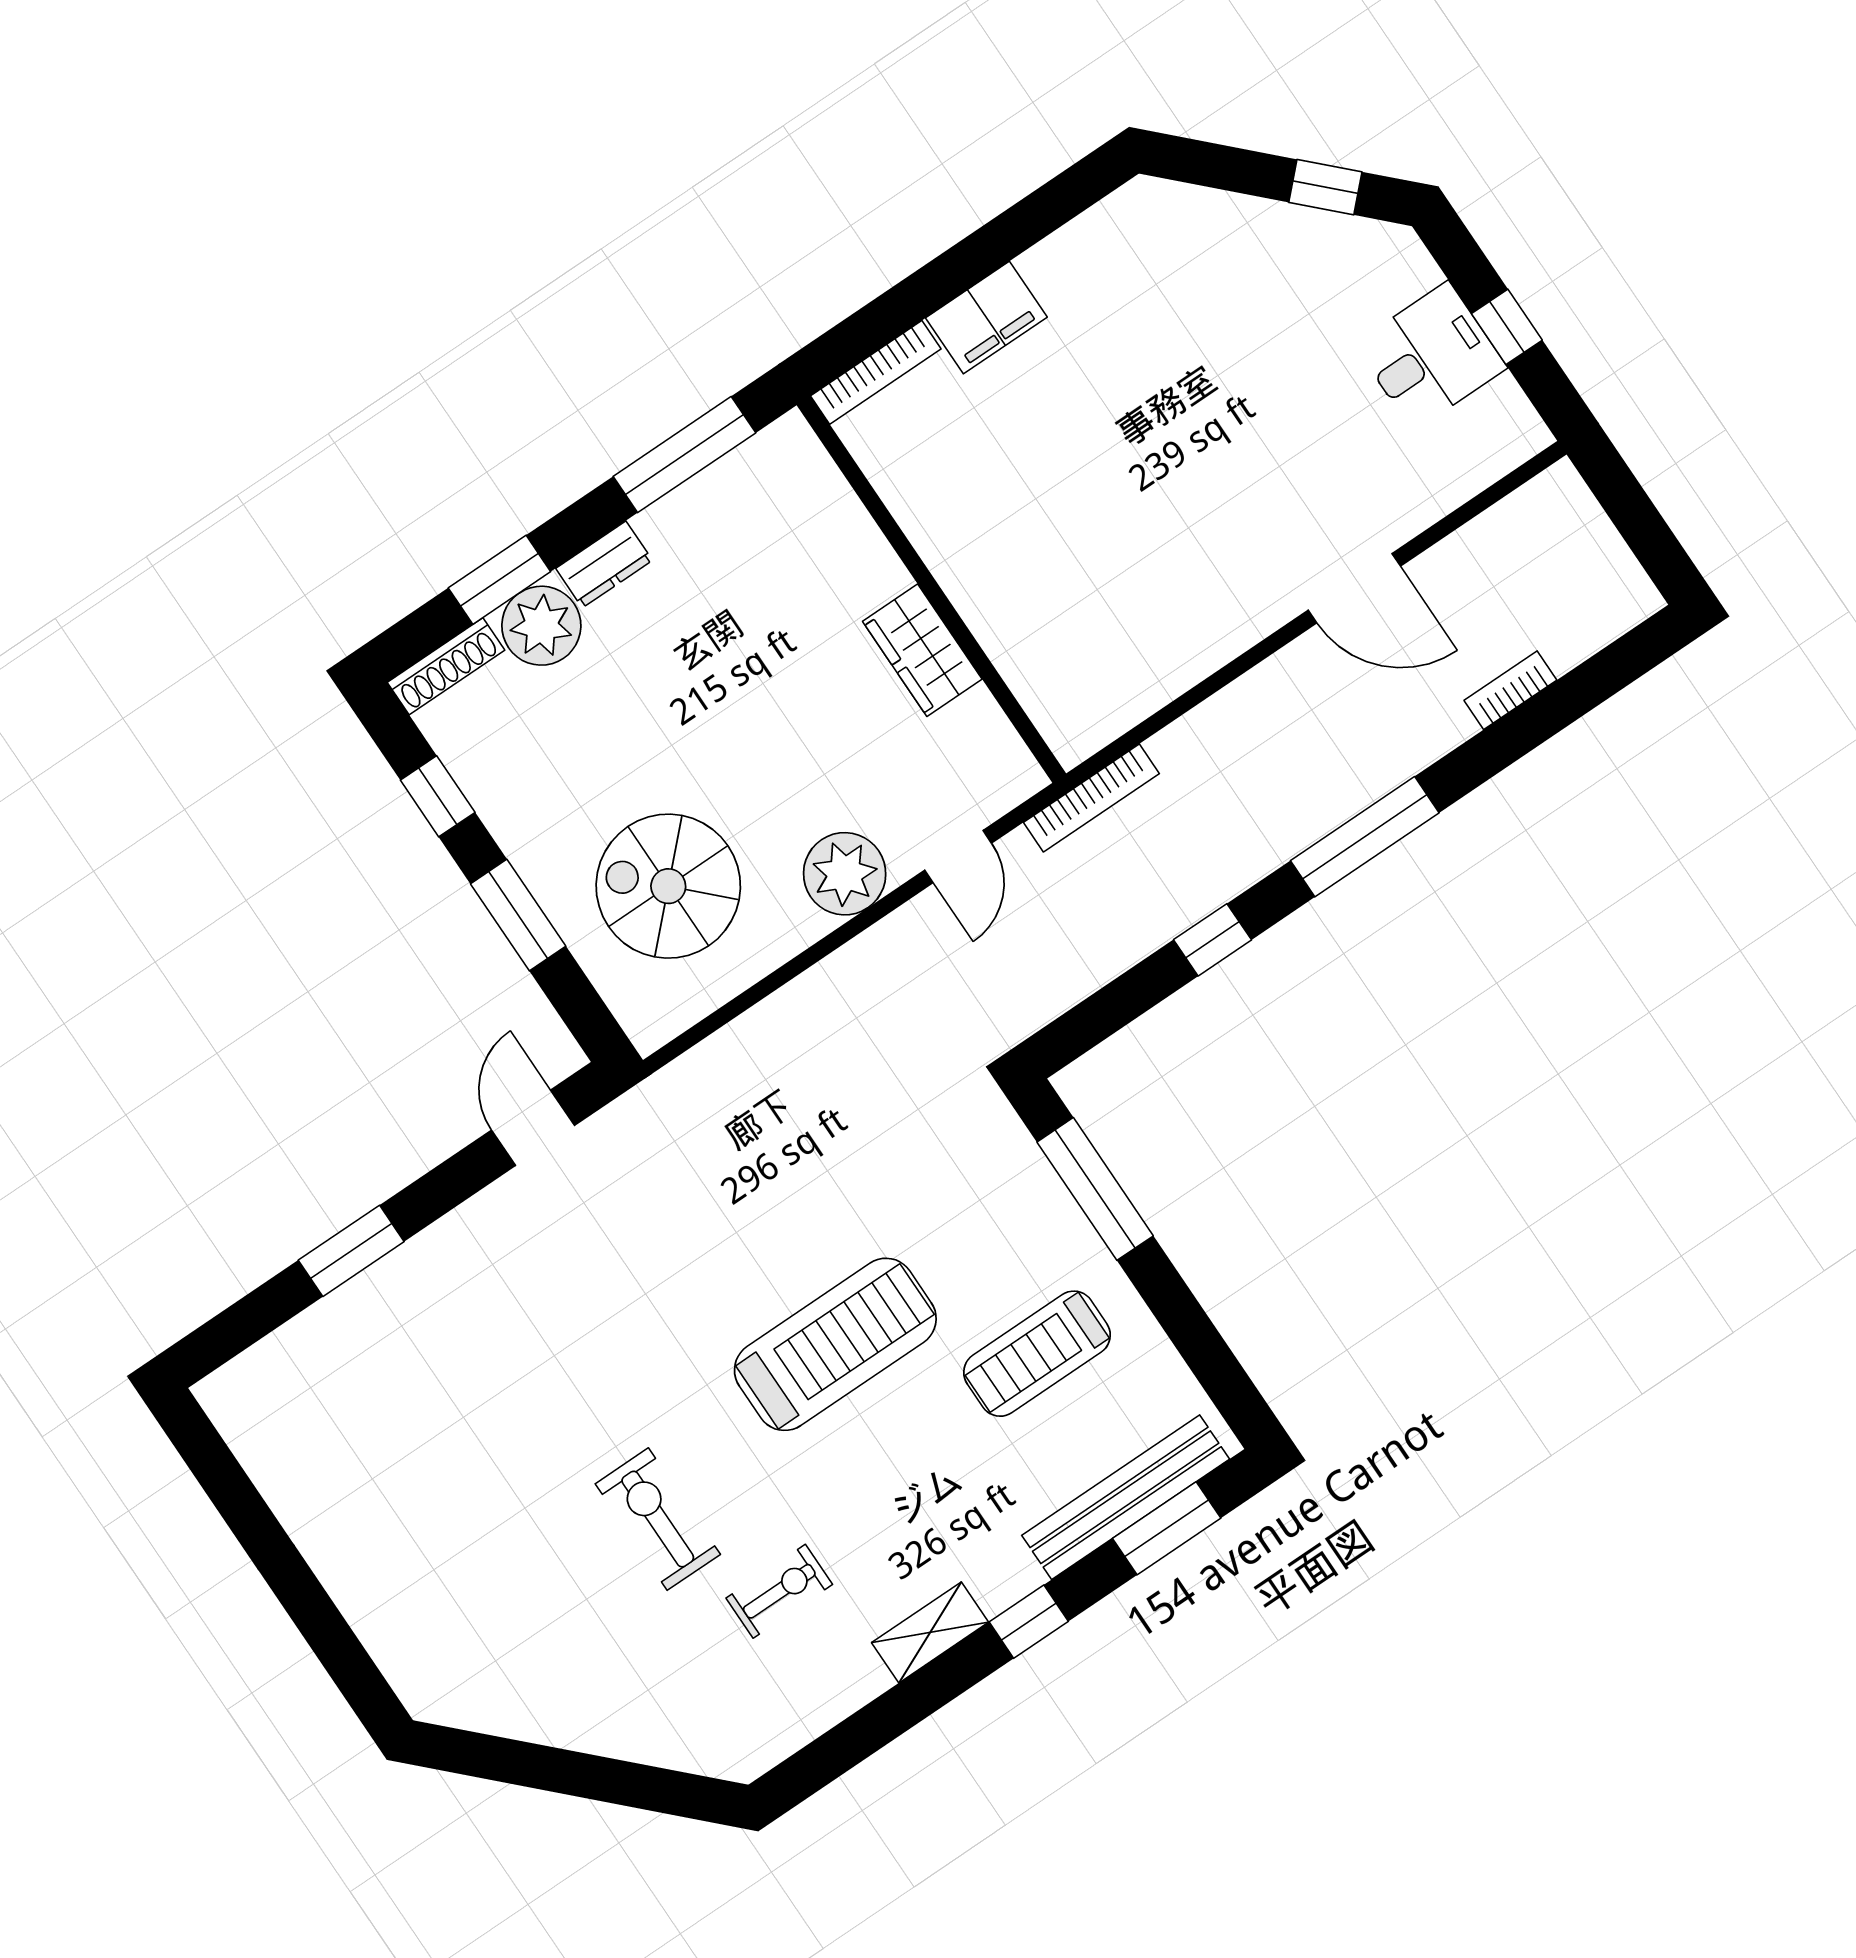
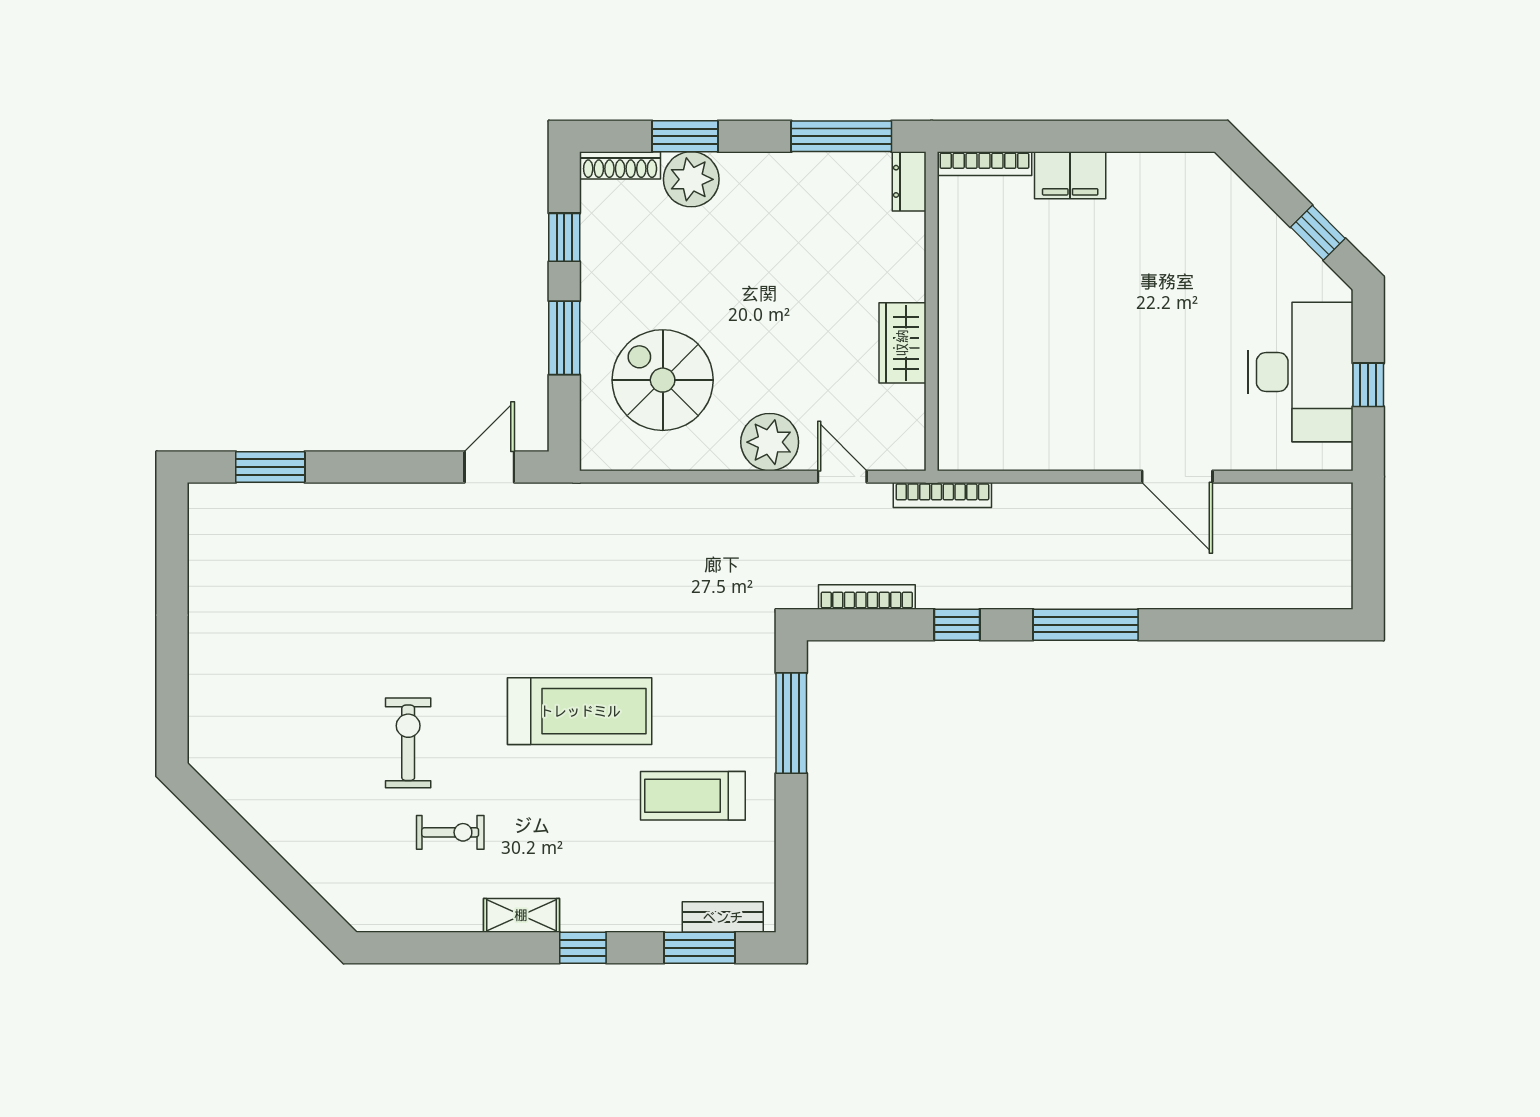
desk: (1431, 356) -> (1300, 372), width x1.87, depth x1.30
dresser: (604, 564) -> (909, 181), moved, turned 90
bookcase: (1510, 690) -> (867, 597), moved, width x1.56
door: (958, 857) -> (842, 477), swing flipped
window: (351, 1251) -> (270, 467), moved
bench: (1126, 1497) -> (723, 917), width x0.54, depth x0.82

